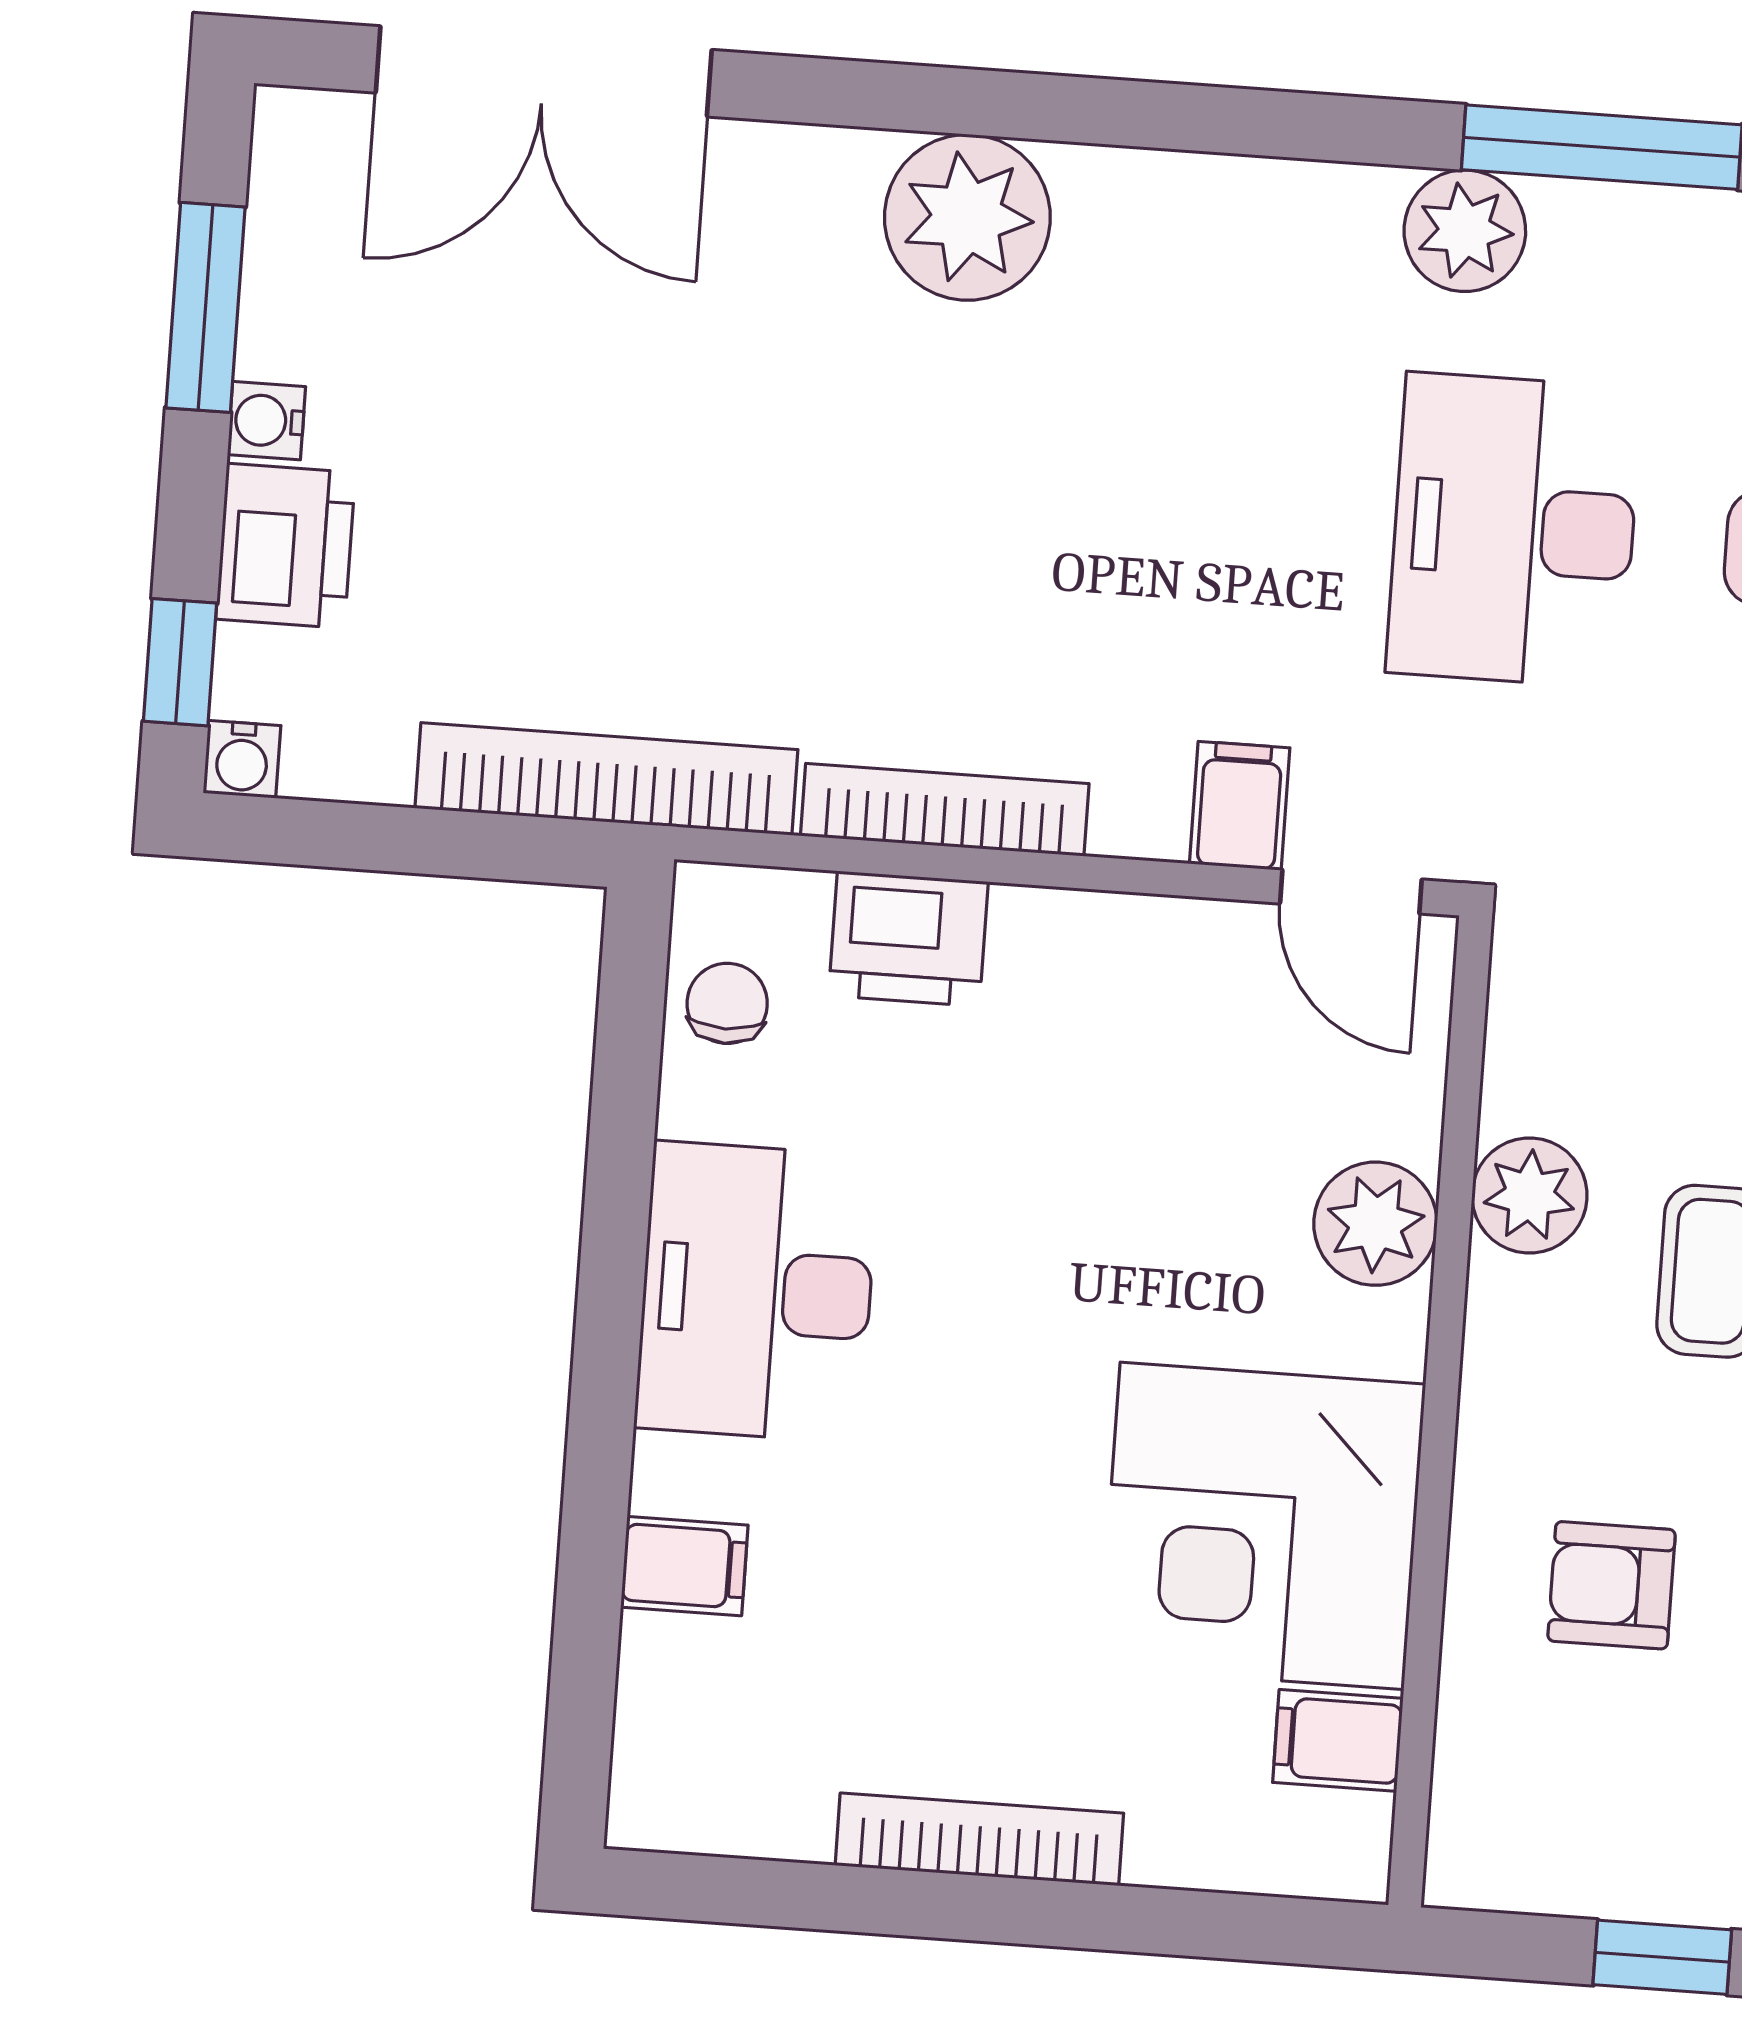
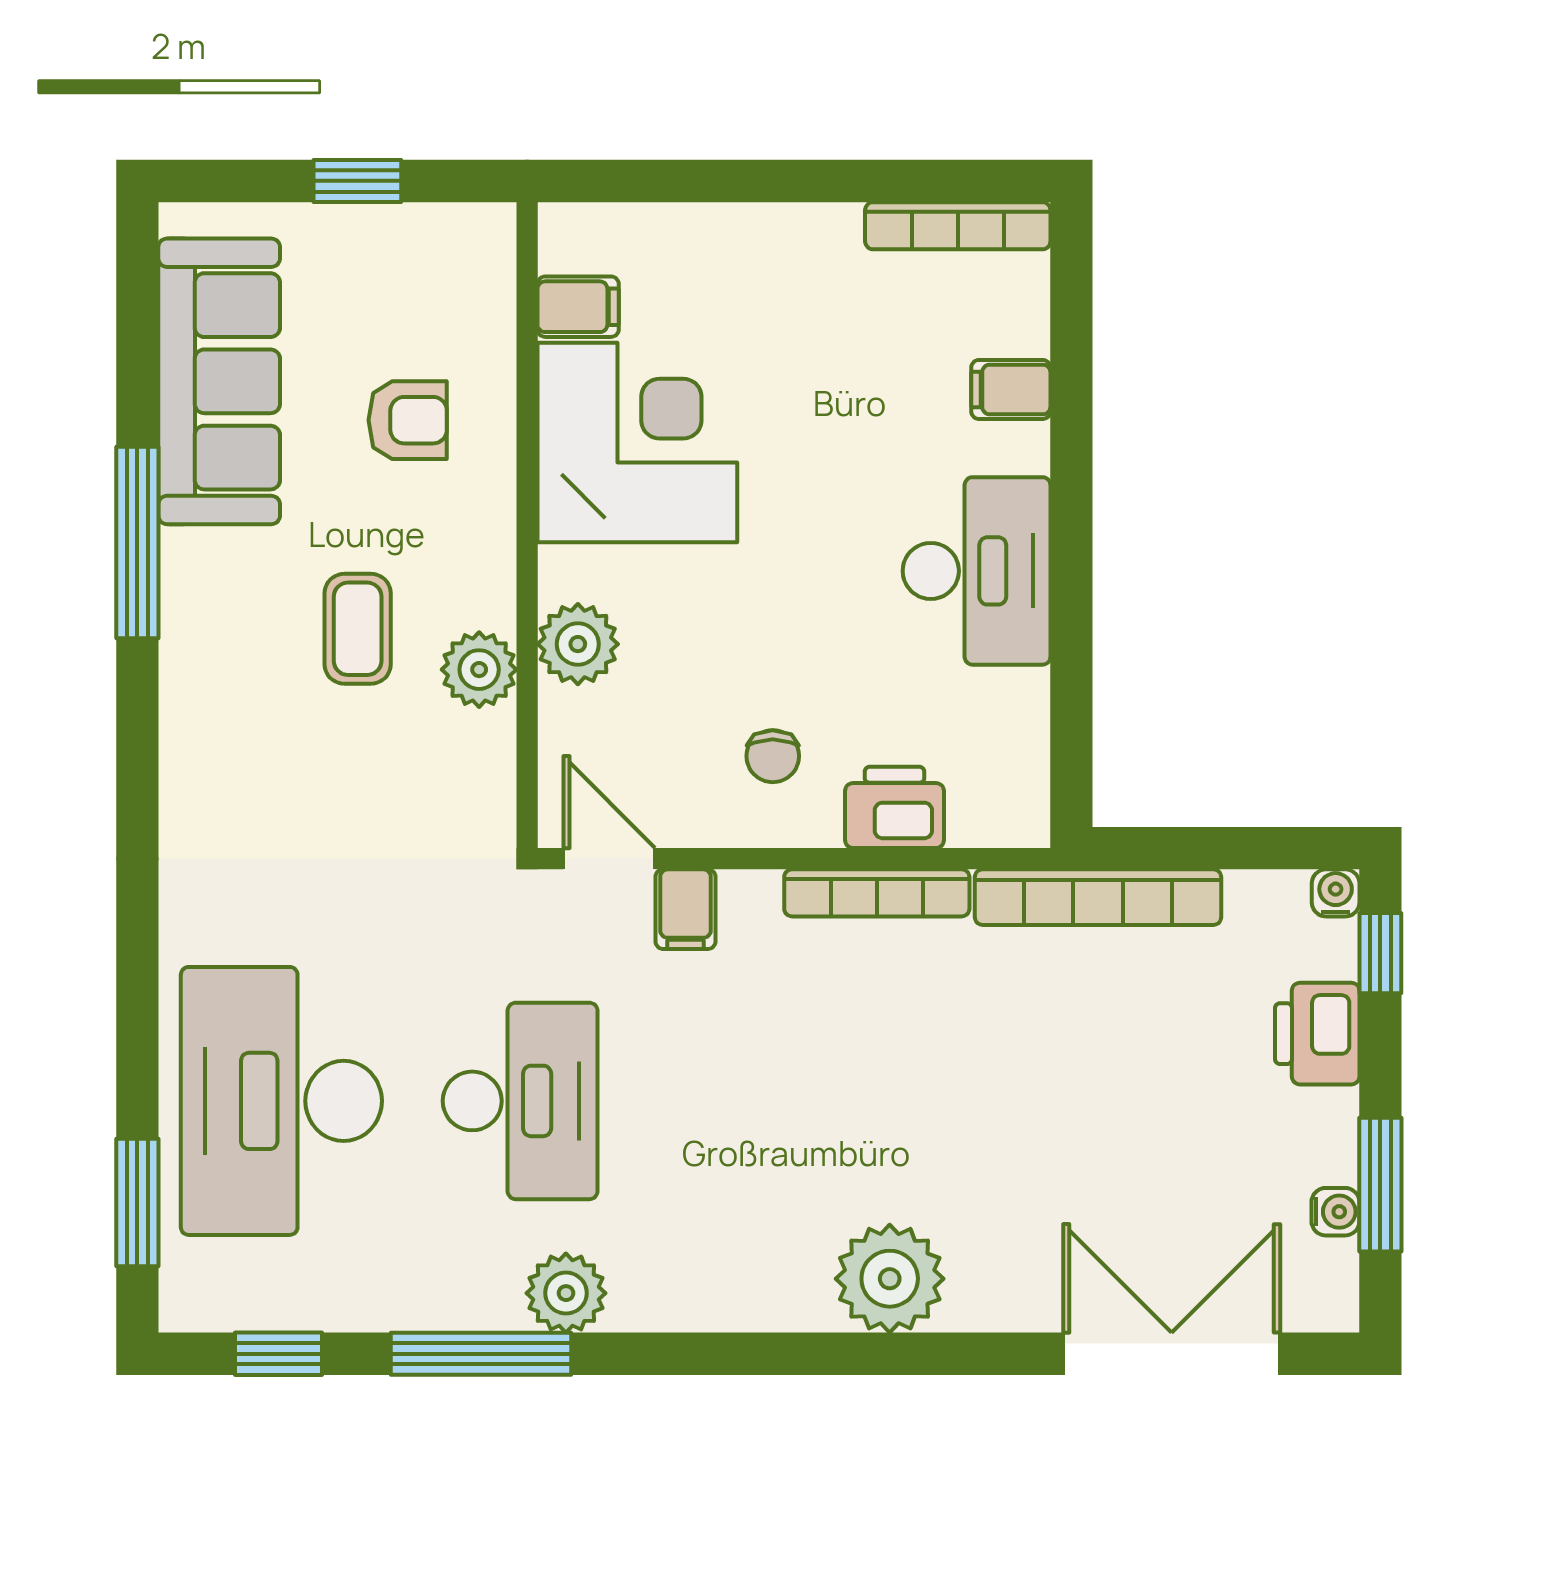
water cooler: (267, 421) -> (1335, 1212), moved
chair: (727, 1003) -> (773, 756), moved
bookcase: (979, 1839) -> (958, 226), moved

